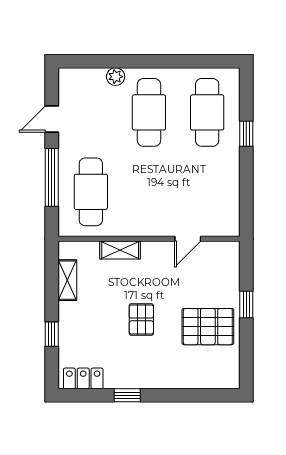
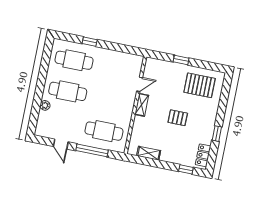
door: (188, 239) -> (140, 84), hinge flipped
shelving: (120, 250) -> (142, 105), moved
pallet: (208, 327) -> (200, 85), moved, turned 90
window: (52, 334) -> (186, 169), moved

